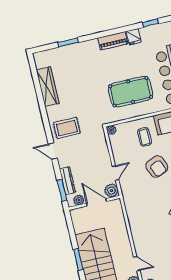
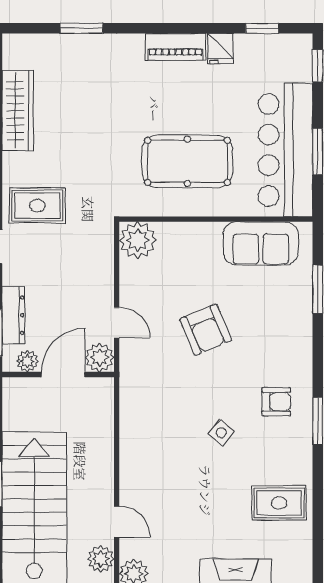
plant: (111, 130) -> (138, 240), width x1.88, depth x1.88
coffee table: (145, 137) -> (195, 262), removed
door: (115, 173) -> (117, 323), hinge flipped
door: (97, 202) -> (63, 374), hinge flipped

